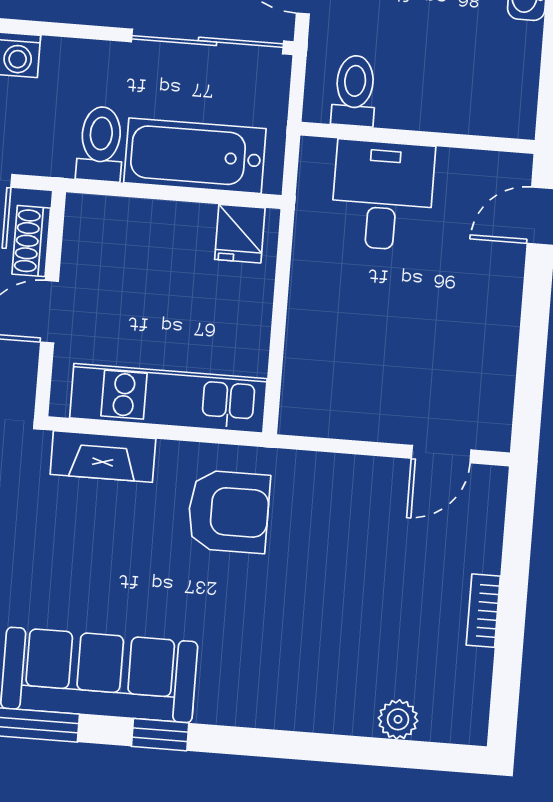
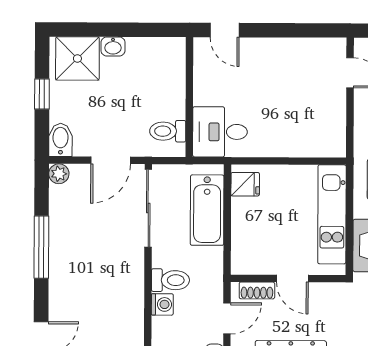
toilet: (100, 144) -> (170, 280), moved, turned 180
desk: (383, 195) -> (220, 132), moved

